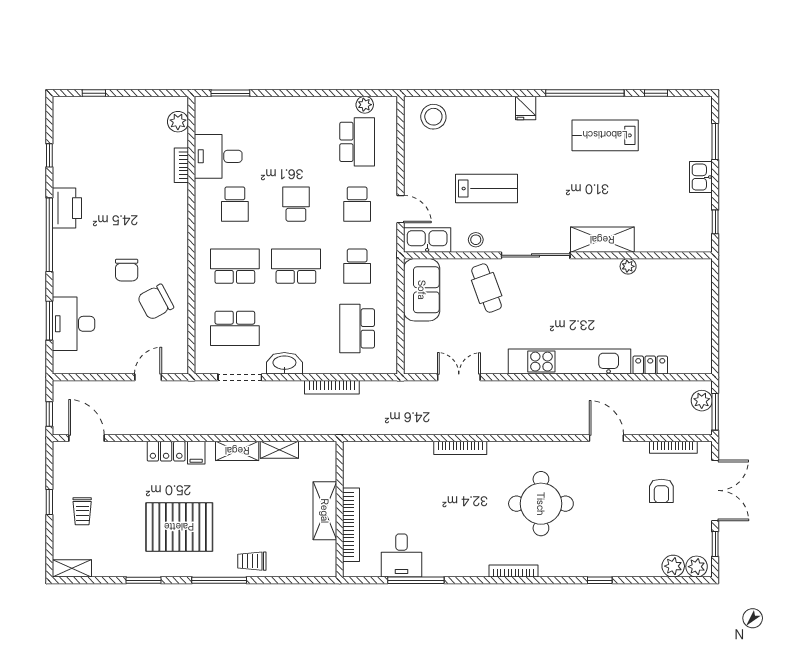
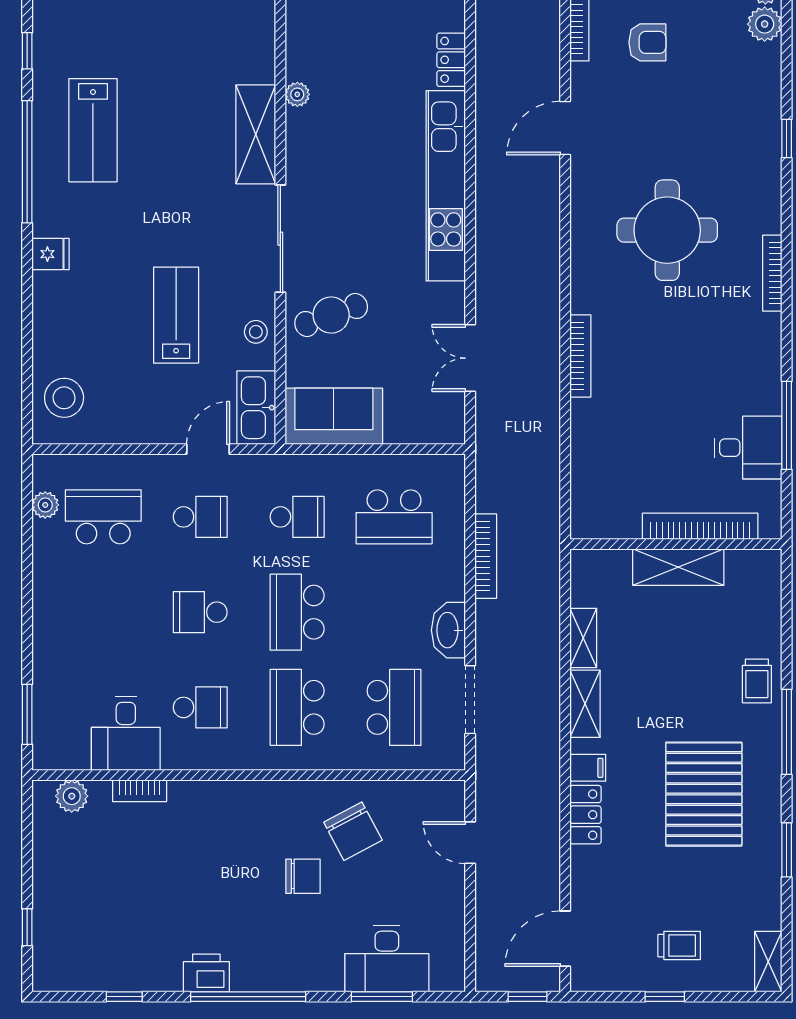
printer: (67, 208) -> (206, 973), width x0.73, depth x0.84

